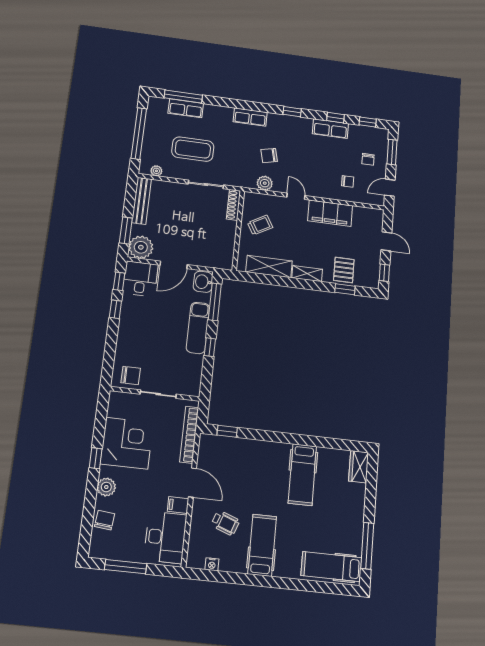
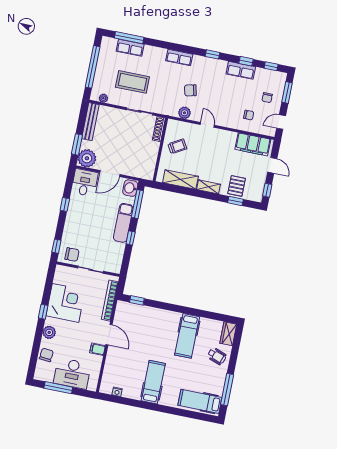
filing cabinet: (330, 213) -> (253, 144), moved
window: (119, 281) -> (56, 246), moved
wheelchair: (225, 523) -> (217, 356), moved
desk: (165, 537) -> (72, 373), moved, turned 90

